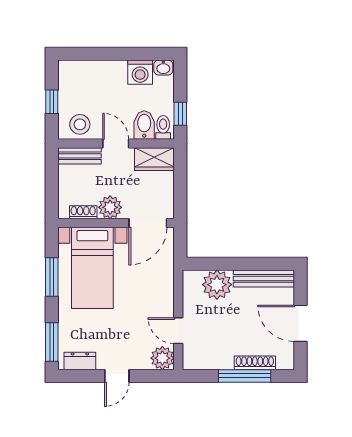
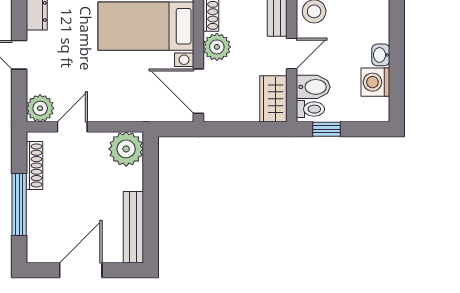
washbasin: (163, 68) -> (381, 55), moved
plant: (217, 285) -> (126, 149), moved
shoe rack: (255, 363) -> (35, 165), moved

